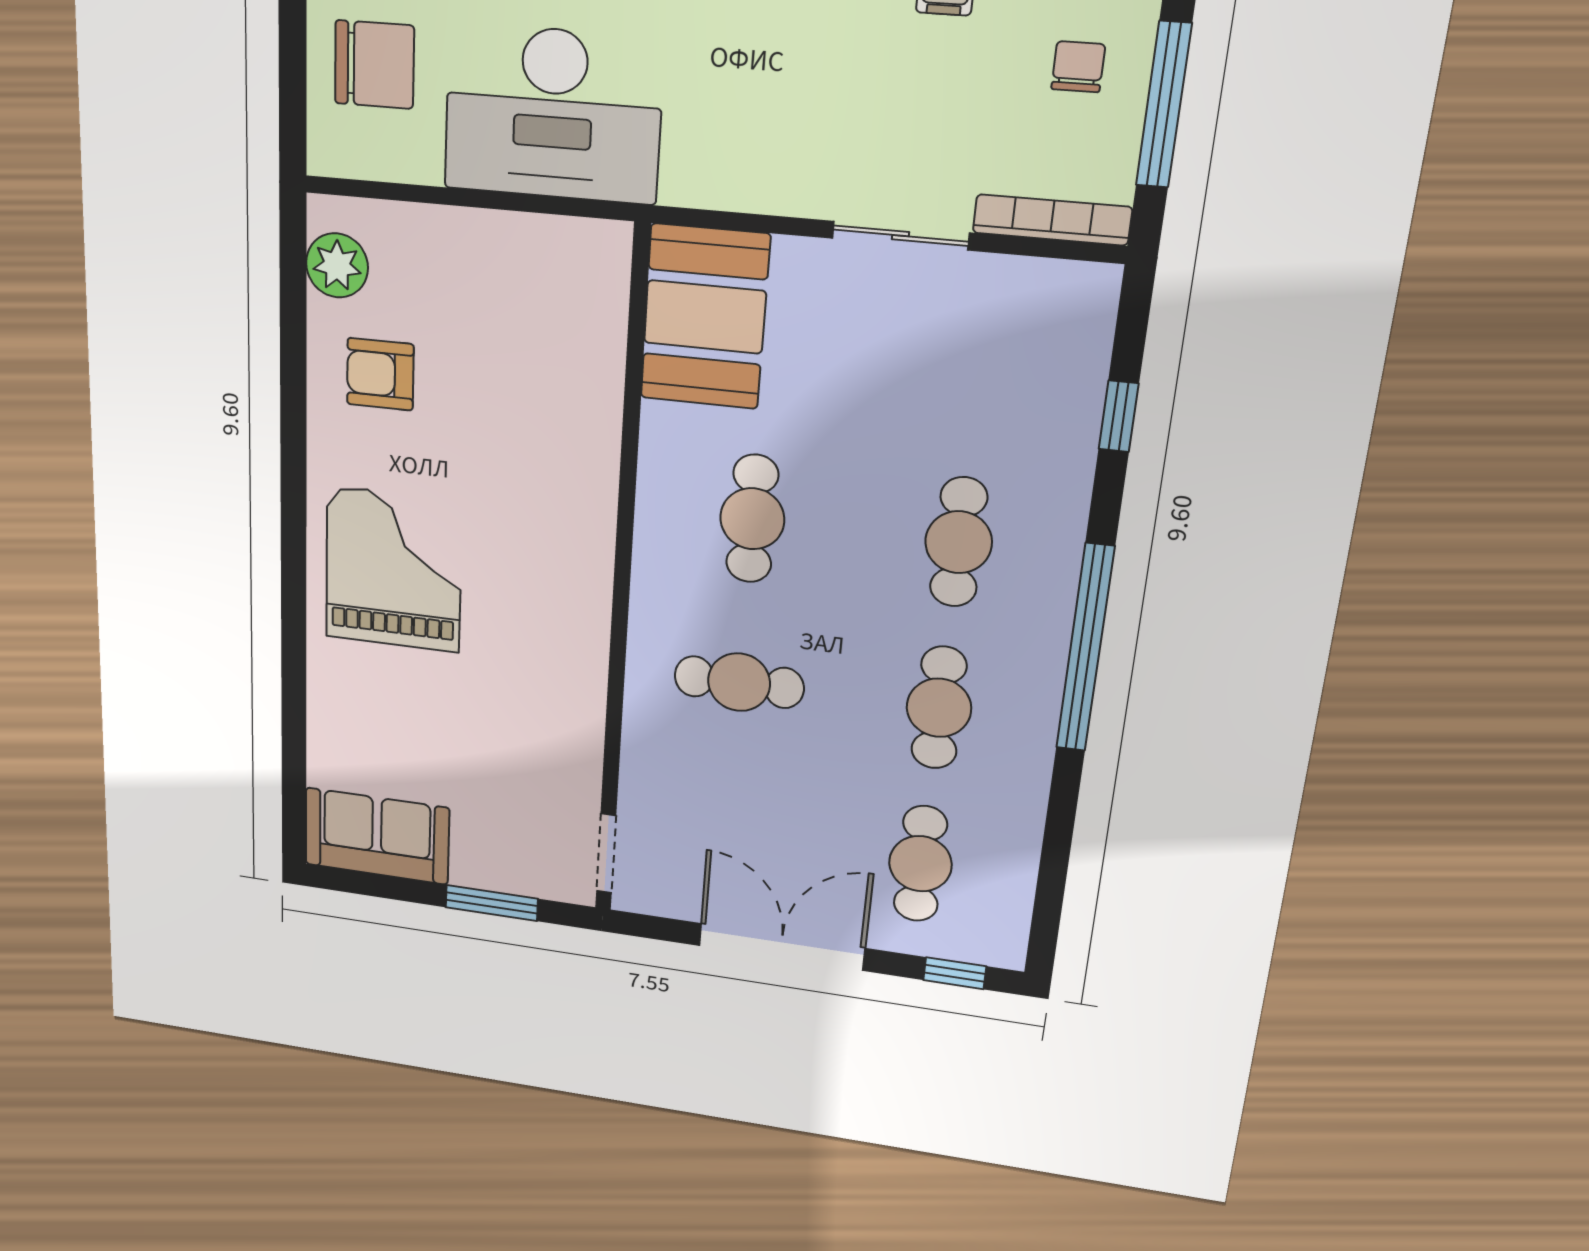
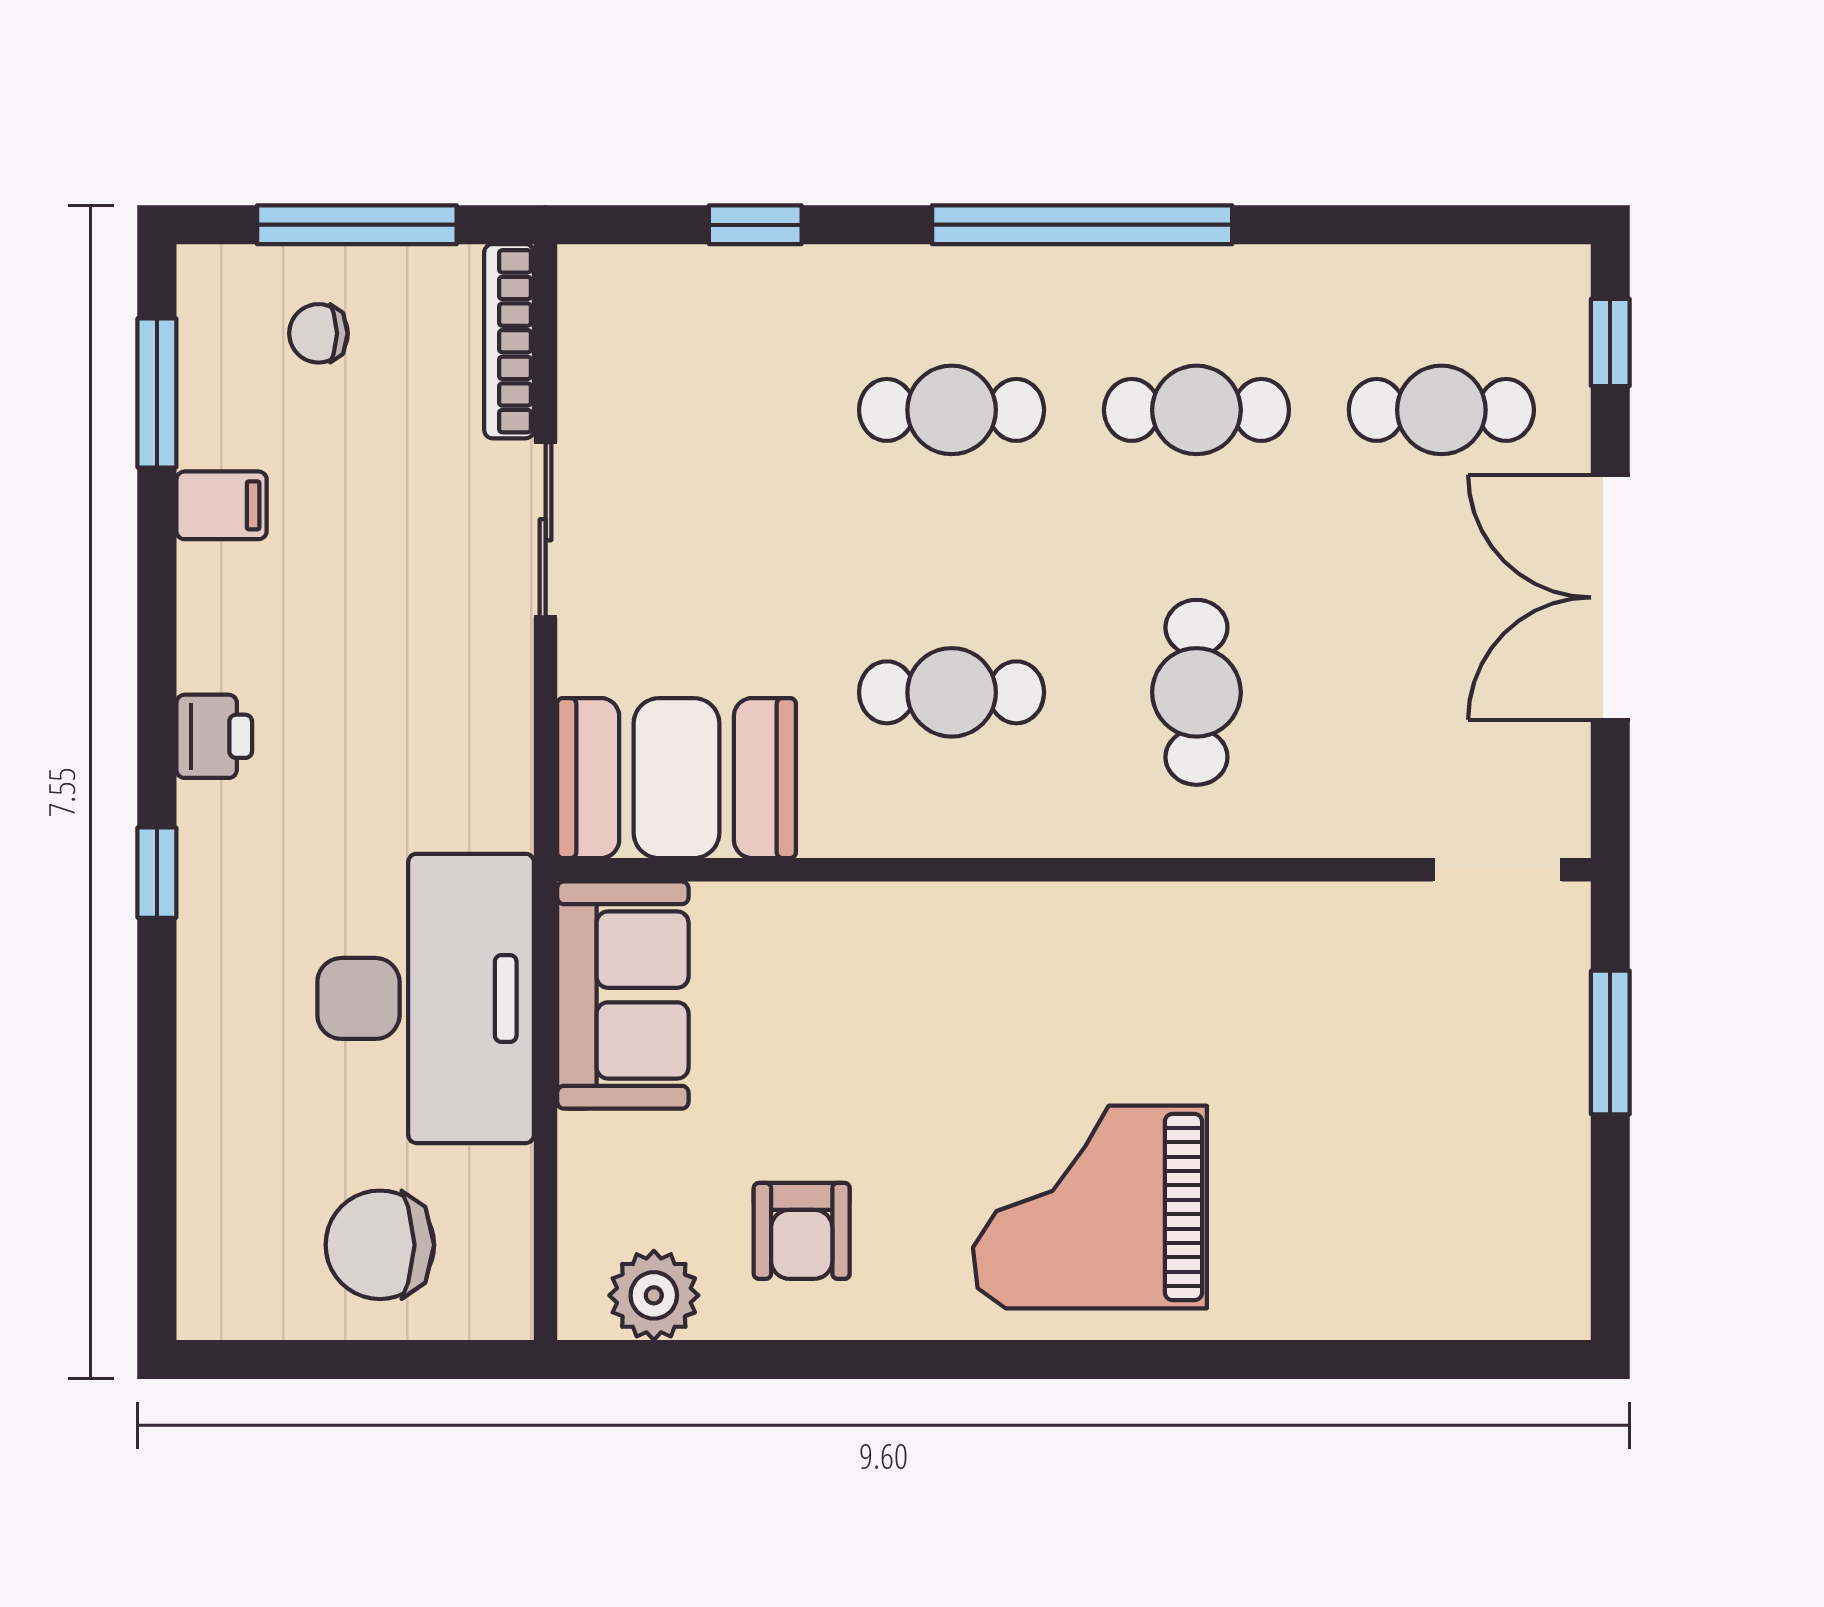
chair: (374, 65) -> (380, 1245), turned -90
sofa: (377, 836) -> (623, 995), moved, turned 180

